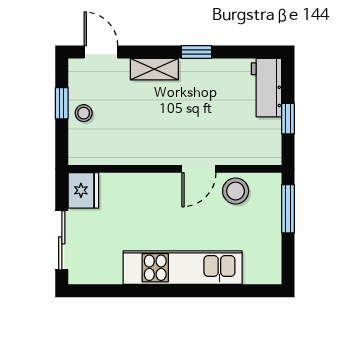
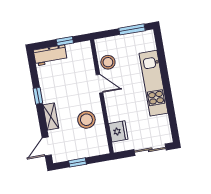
stool: (84, 113) -> (86, 120), moved, width x1.89, depth x1.89
fridge: (83, 190) -> (118, 131), moved, turned 90
window: (288, 209) -> (132, 29), moved

